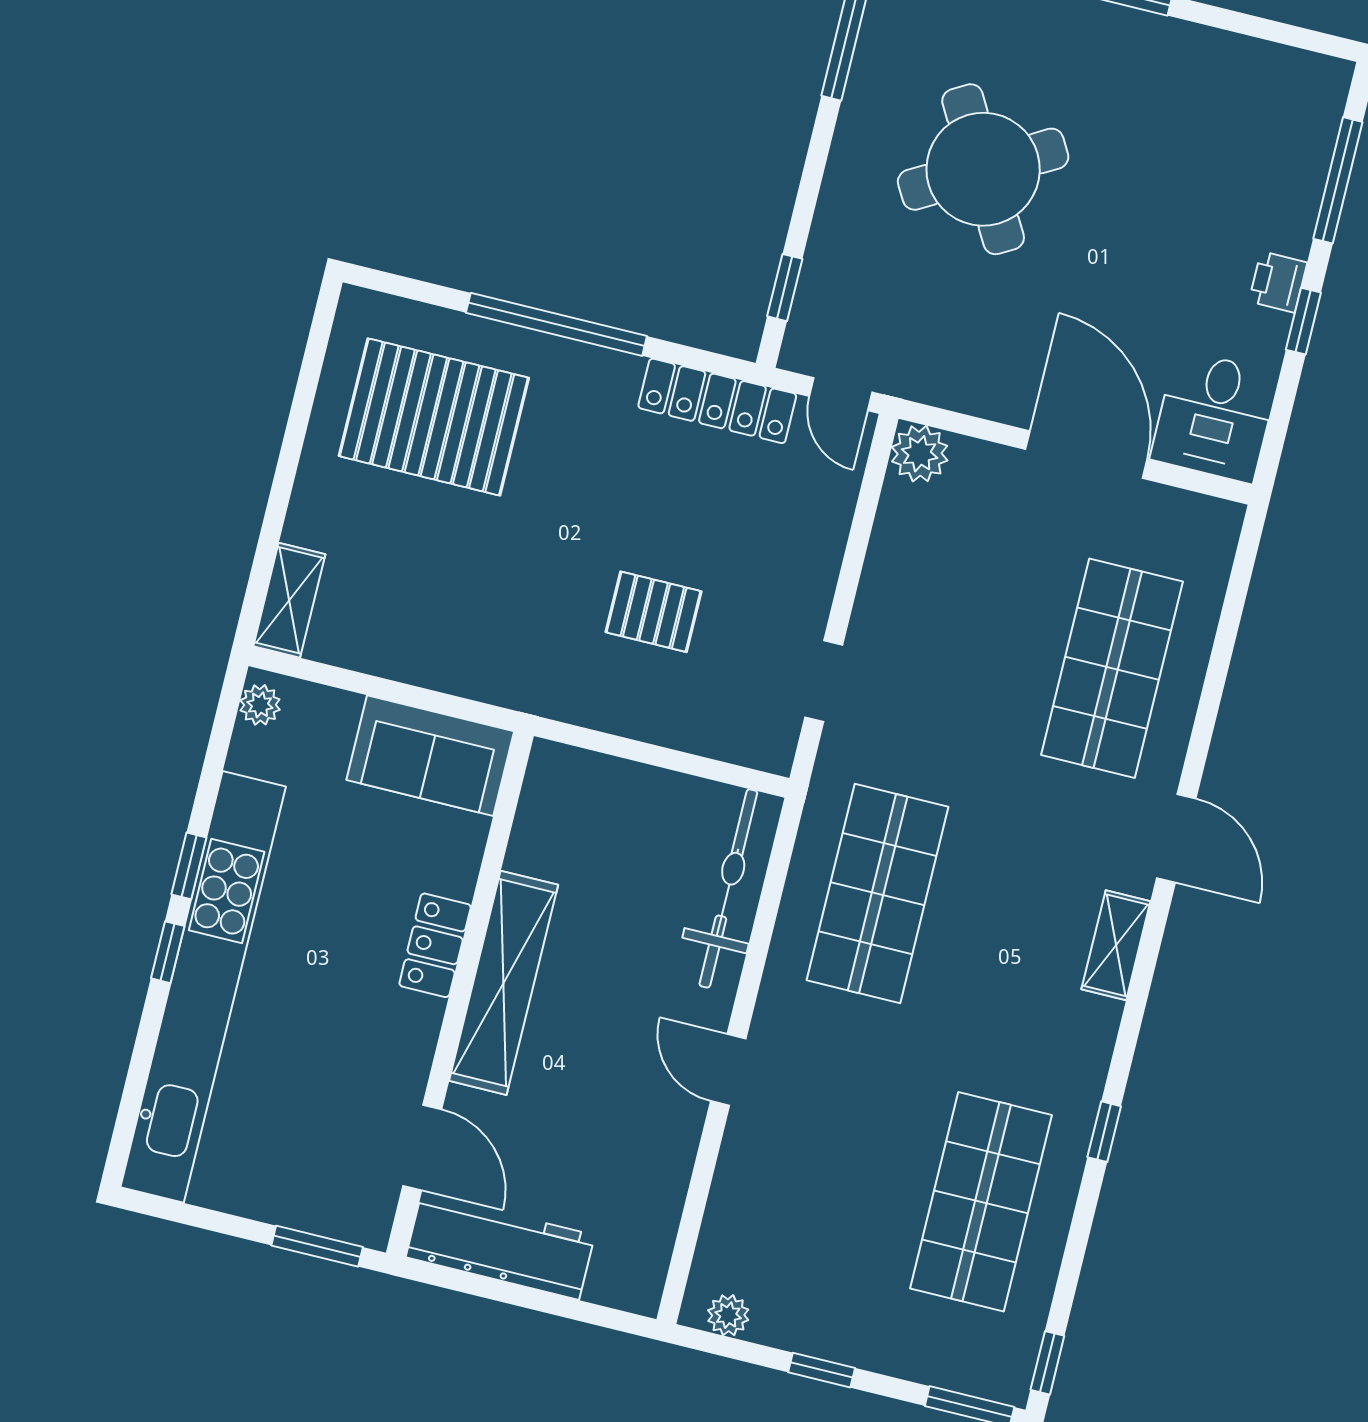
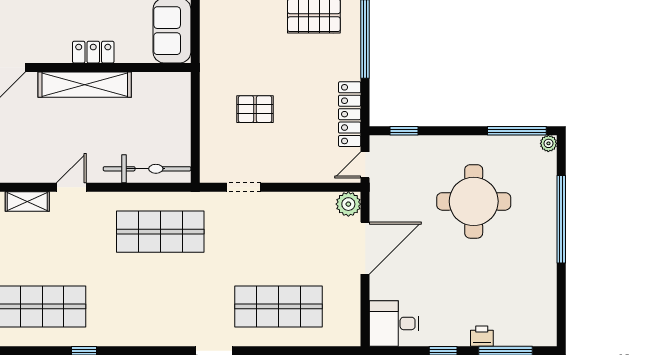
round table: (983, 169) -> (474, 201), turned 30
printer: (1278, 282) -> (482, 336), moved
door: (1086, 455) -> (365, 248), moved
pallet: (654, 612) -> (255, 109), turned 90
shelving: (1116, 945) -> (27, 202), moved

